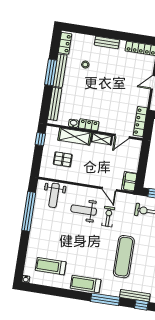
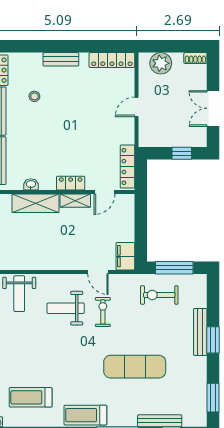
locker: (89, 125) -> (71, 183), moved
pallet: (63, 159) -> (23, 239), removed
exercise mat: (124, 257) -> (135, 367), turned 90

